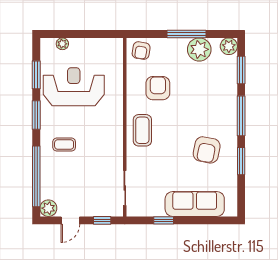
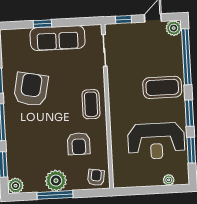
plant: (199, 49) -> (56, 181), moved
coffee table: (64, 145) -> (162, 87), width x1.86, depth x1.72
armchair: (207, 150) -> (31, 89), width x1.36, depth x1.36
sofa: (195, 204) -> (58, 38), moved
window: (164, 220) -> (42, 24), moved

